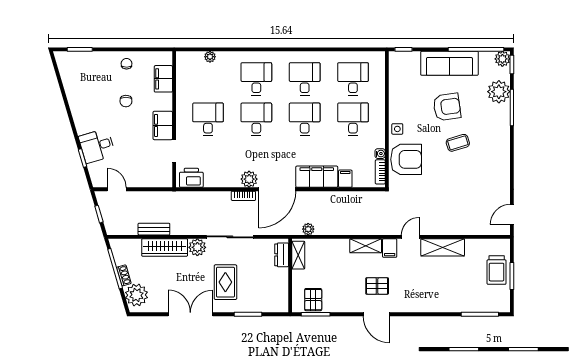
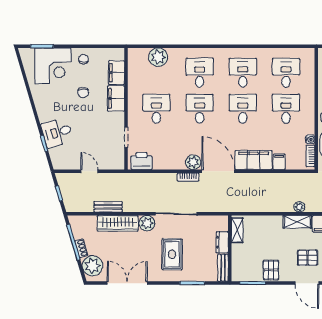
plant: (210, 57) -> (158, 57), width x1.88, depth x1.88
corner desk: (92, 71) -> (53, 66), added
filing cabinet: (163, 125) -> (116, 98), moved
door: (117, 189) -> (90, 171), moved
door: (277, 189) -> (218, 171), swing flipped
plant: (308, 229) -> (299, 207), moved
dresser: (282, 255) -> (222, 242), moved
bench: (283, 297) -> (223, 268), added
pallet: (313, 300) -> (271, 270), moved
double door: (190, 314) -> (127, 283), moved

